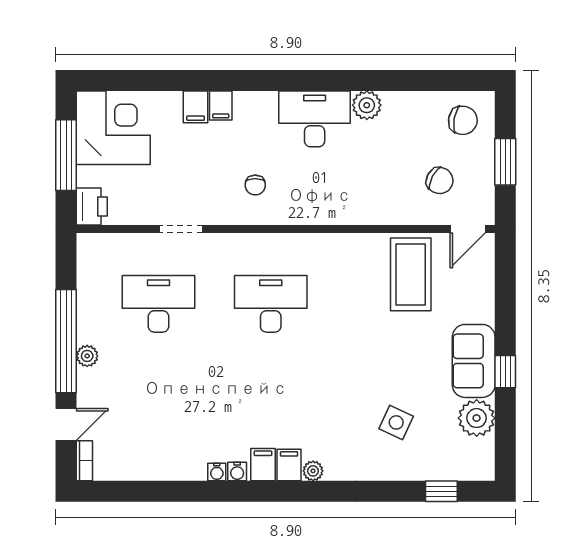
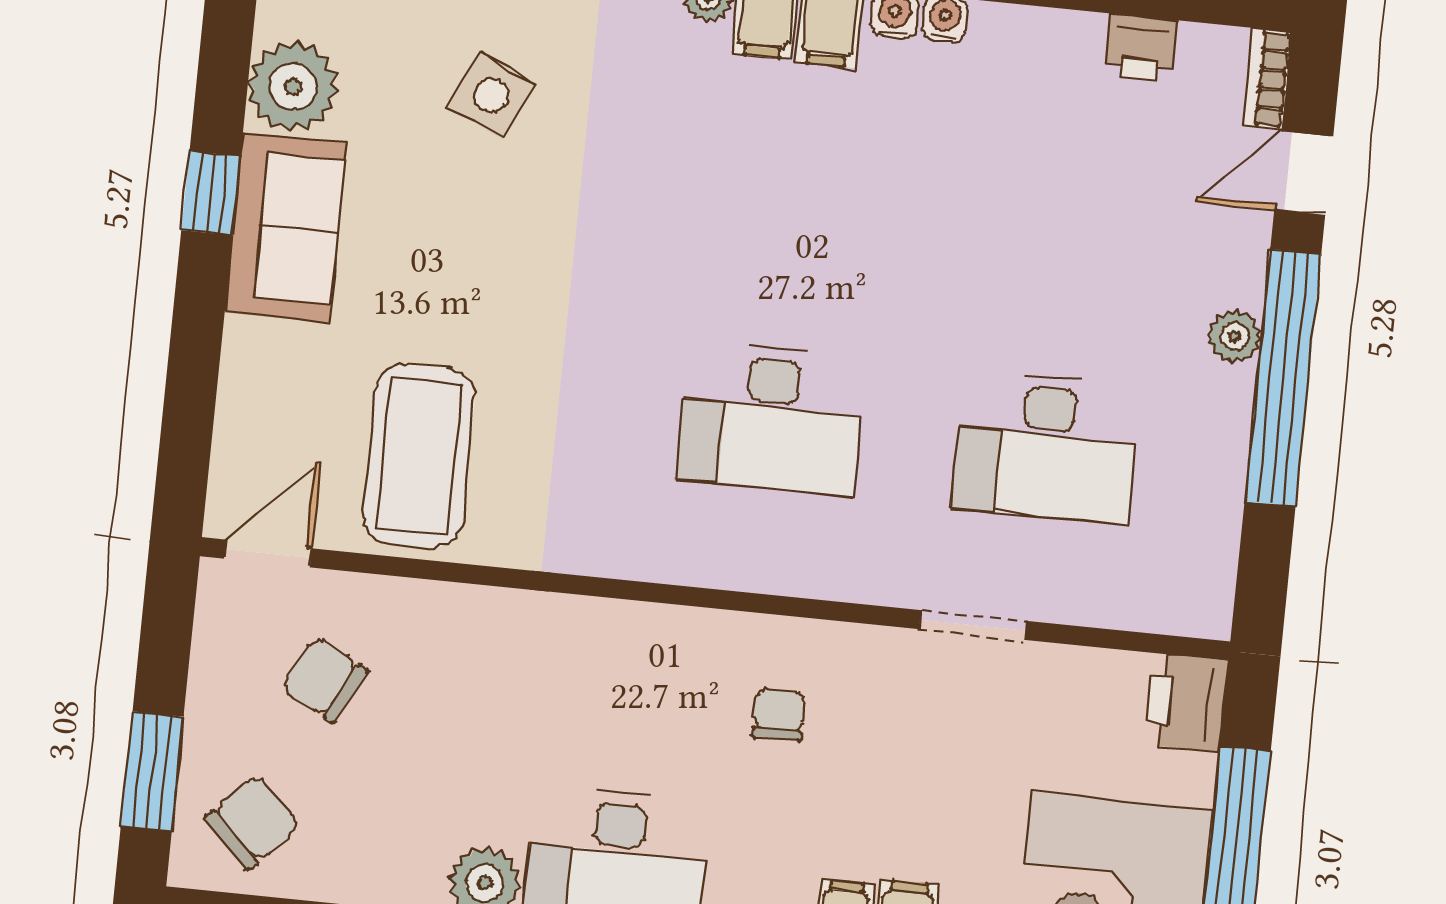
chair: (463, 120) -> (252, 822), turned 124
window: (505, 162) -> (152, 772), moved
printer: (137, 468) -> (1141, 48), added

